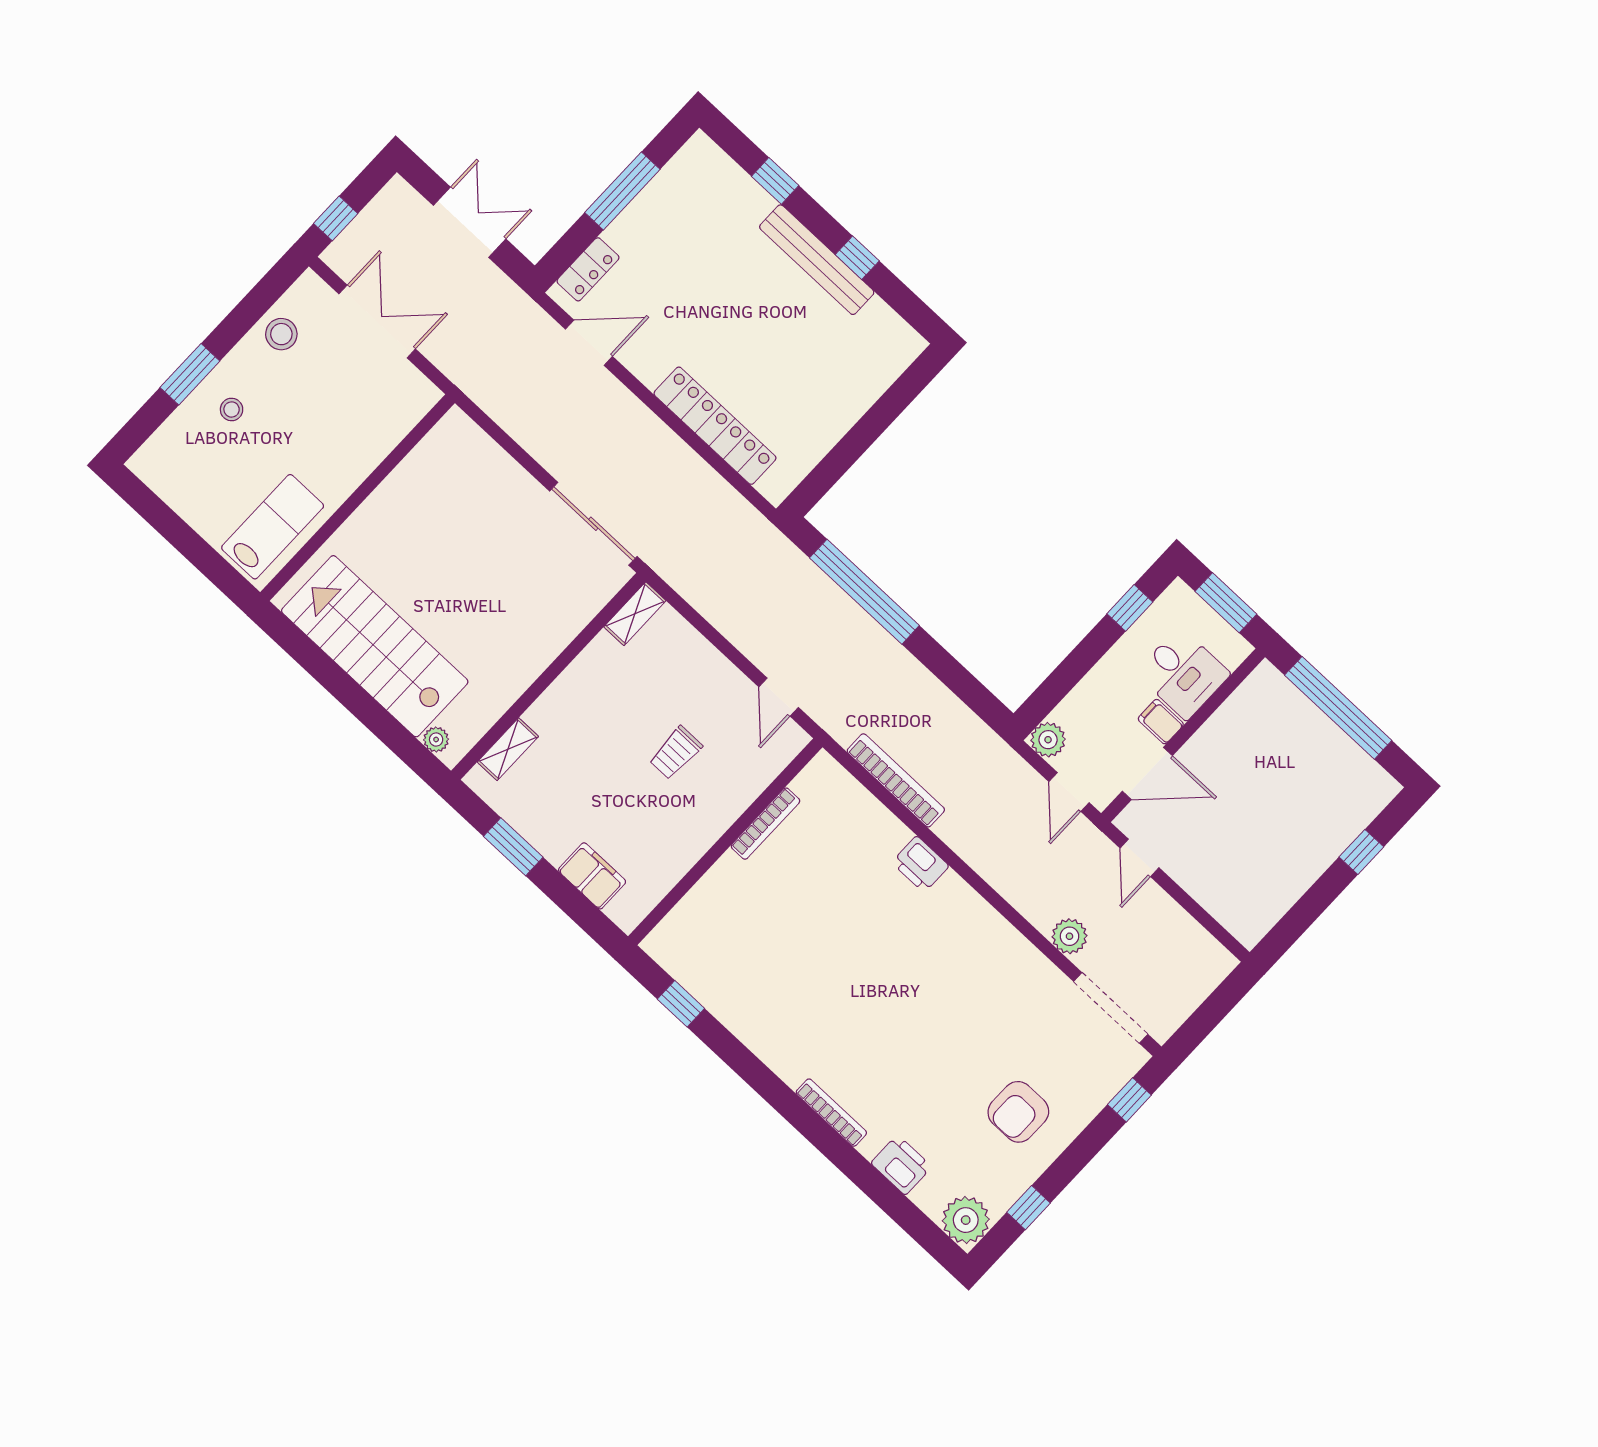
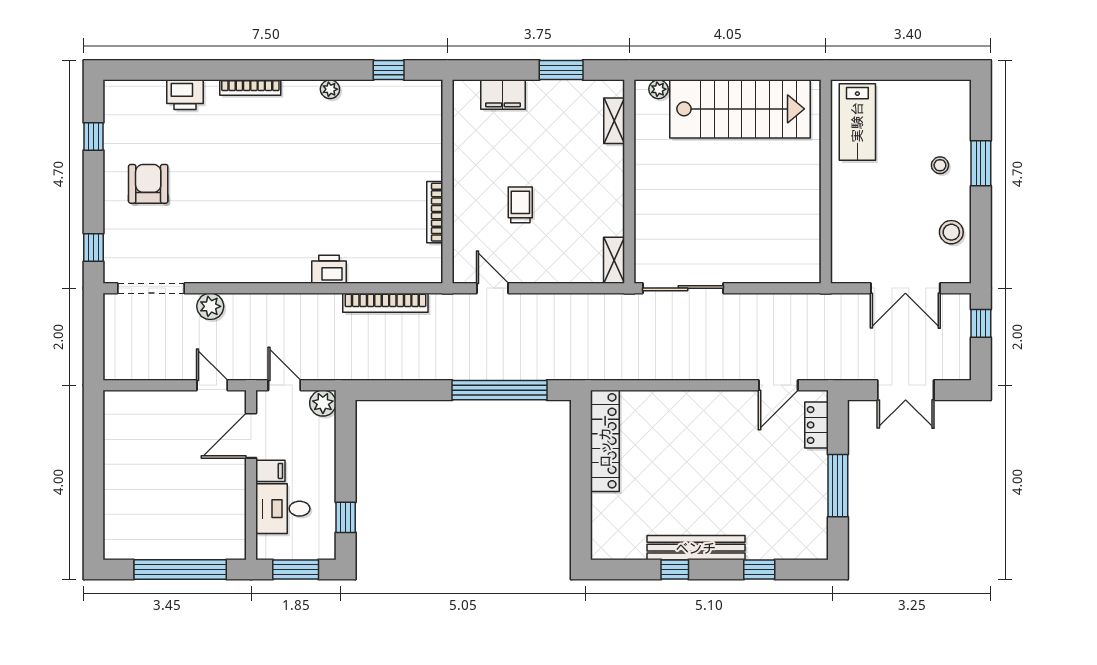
locker: (715, 426) -> (605, 441), moved, turned -90
window: (1361, 852) -> (93, 502), removed
plant: (966, 1220) -> (330, 89), moved, width x0.53, depth x0.53

